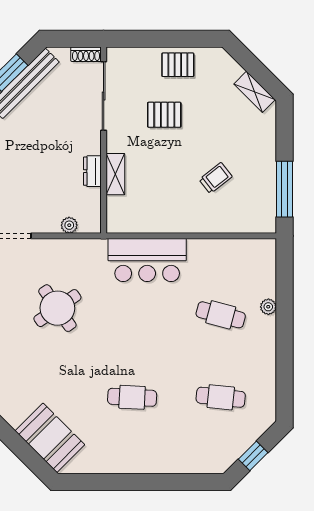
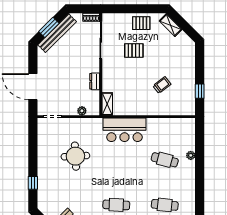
shelving: (254, 92) -> (171, 25), moved
shelving: (115, 174) -> (107, 104), moved
window: (284, 189) -> (200, 91), width x0.46
round table: (57, 308) -> (75, 156), turned 32

